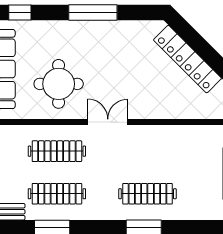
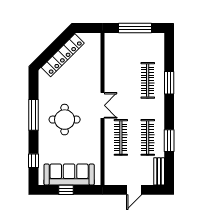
round table: (59, 84) -> (65, 120), moved
double door: (108, 122) -> (102, 105), swing flipped

